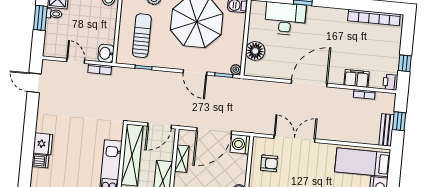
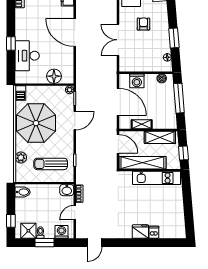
washing machine: (52, 41) -> (62, 232), added
washing machine: (240, 144) -> (137, 81), moved
armchair: (269, 163) -> (143, 24), moved

